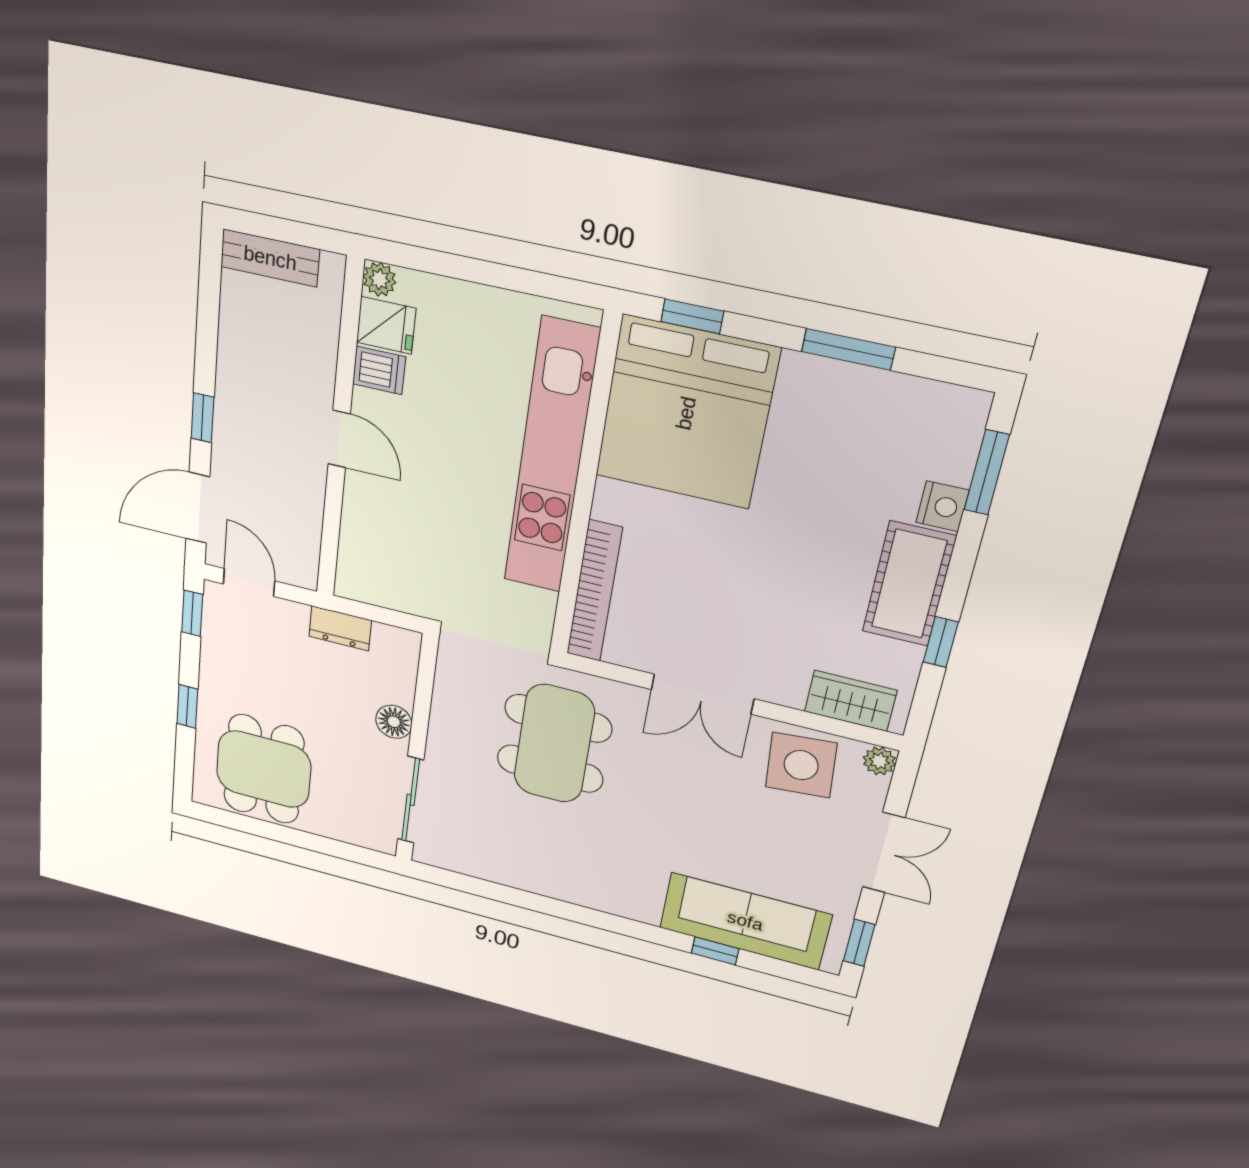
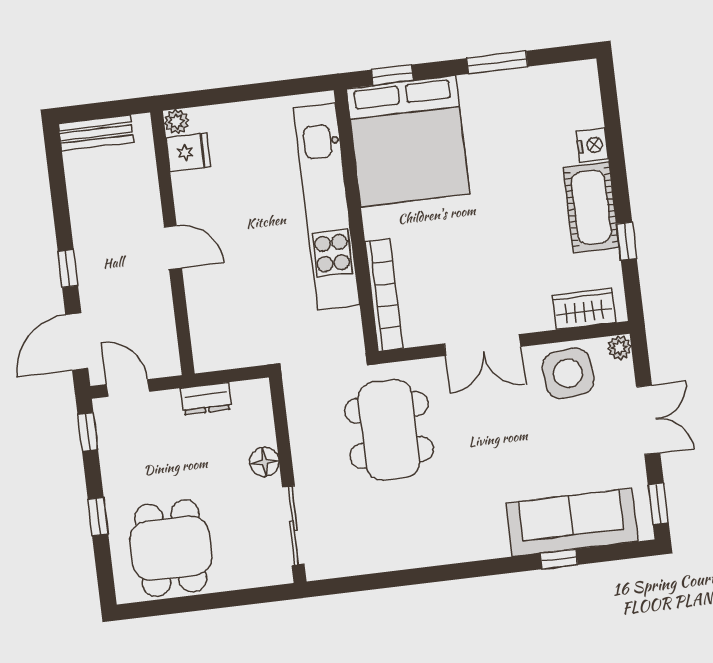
dishwasher: (379, 370) -> (191, 186), removed
window: (987, 473) -> (611, 112), removed

